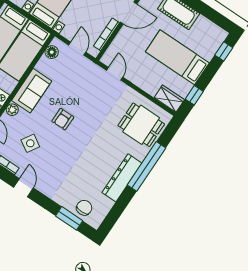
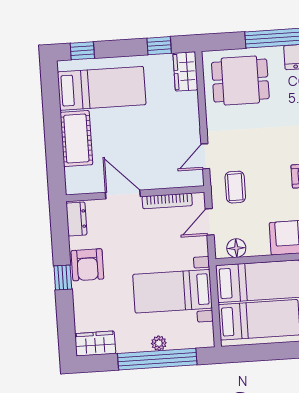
bed: (177, 57) -> (102, 88), moved, turned -90
coffee table: (85, 77) -> (235, 187), added
dining table: (141, 125) -> (240, 81), turned 90

